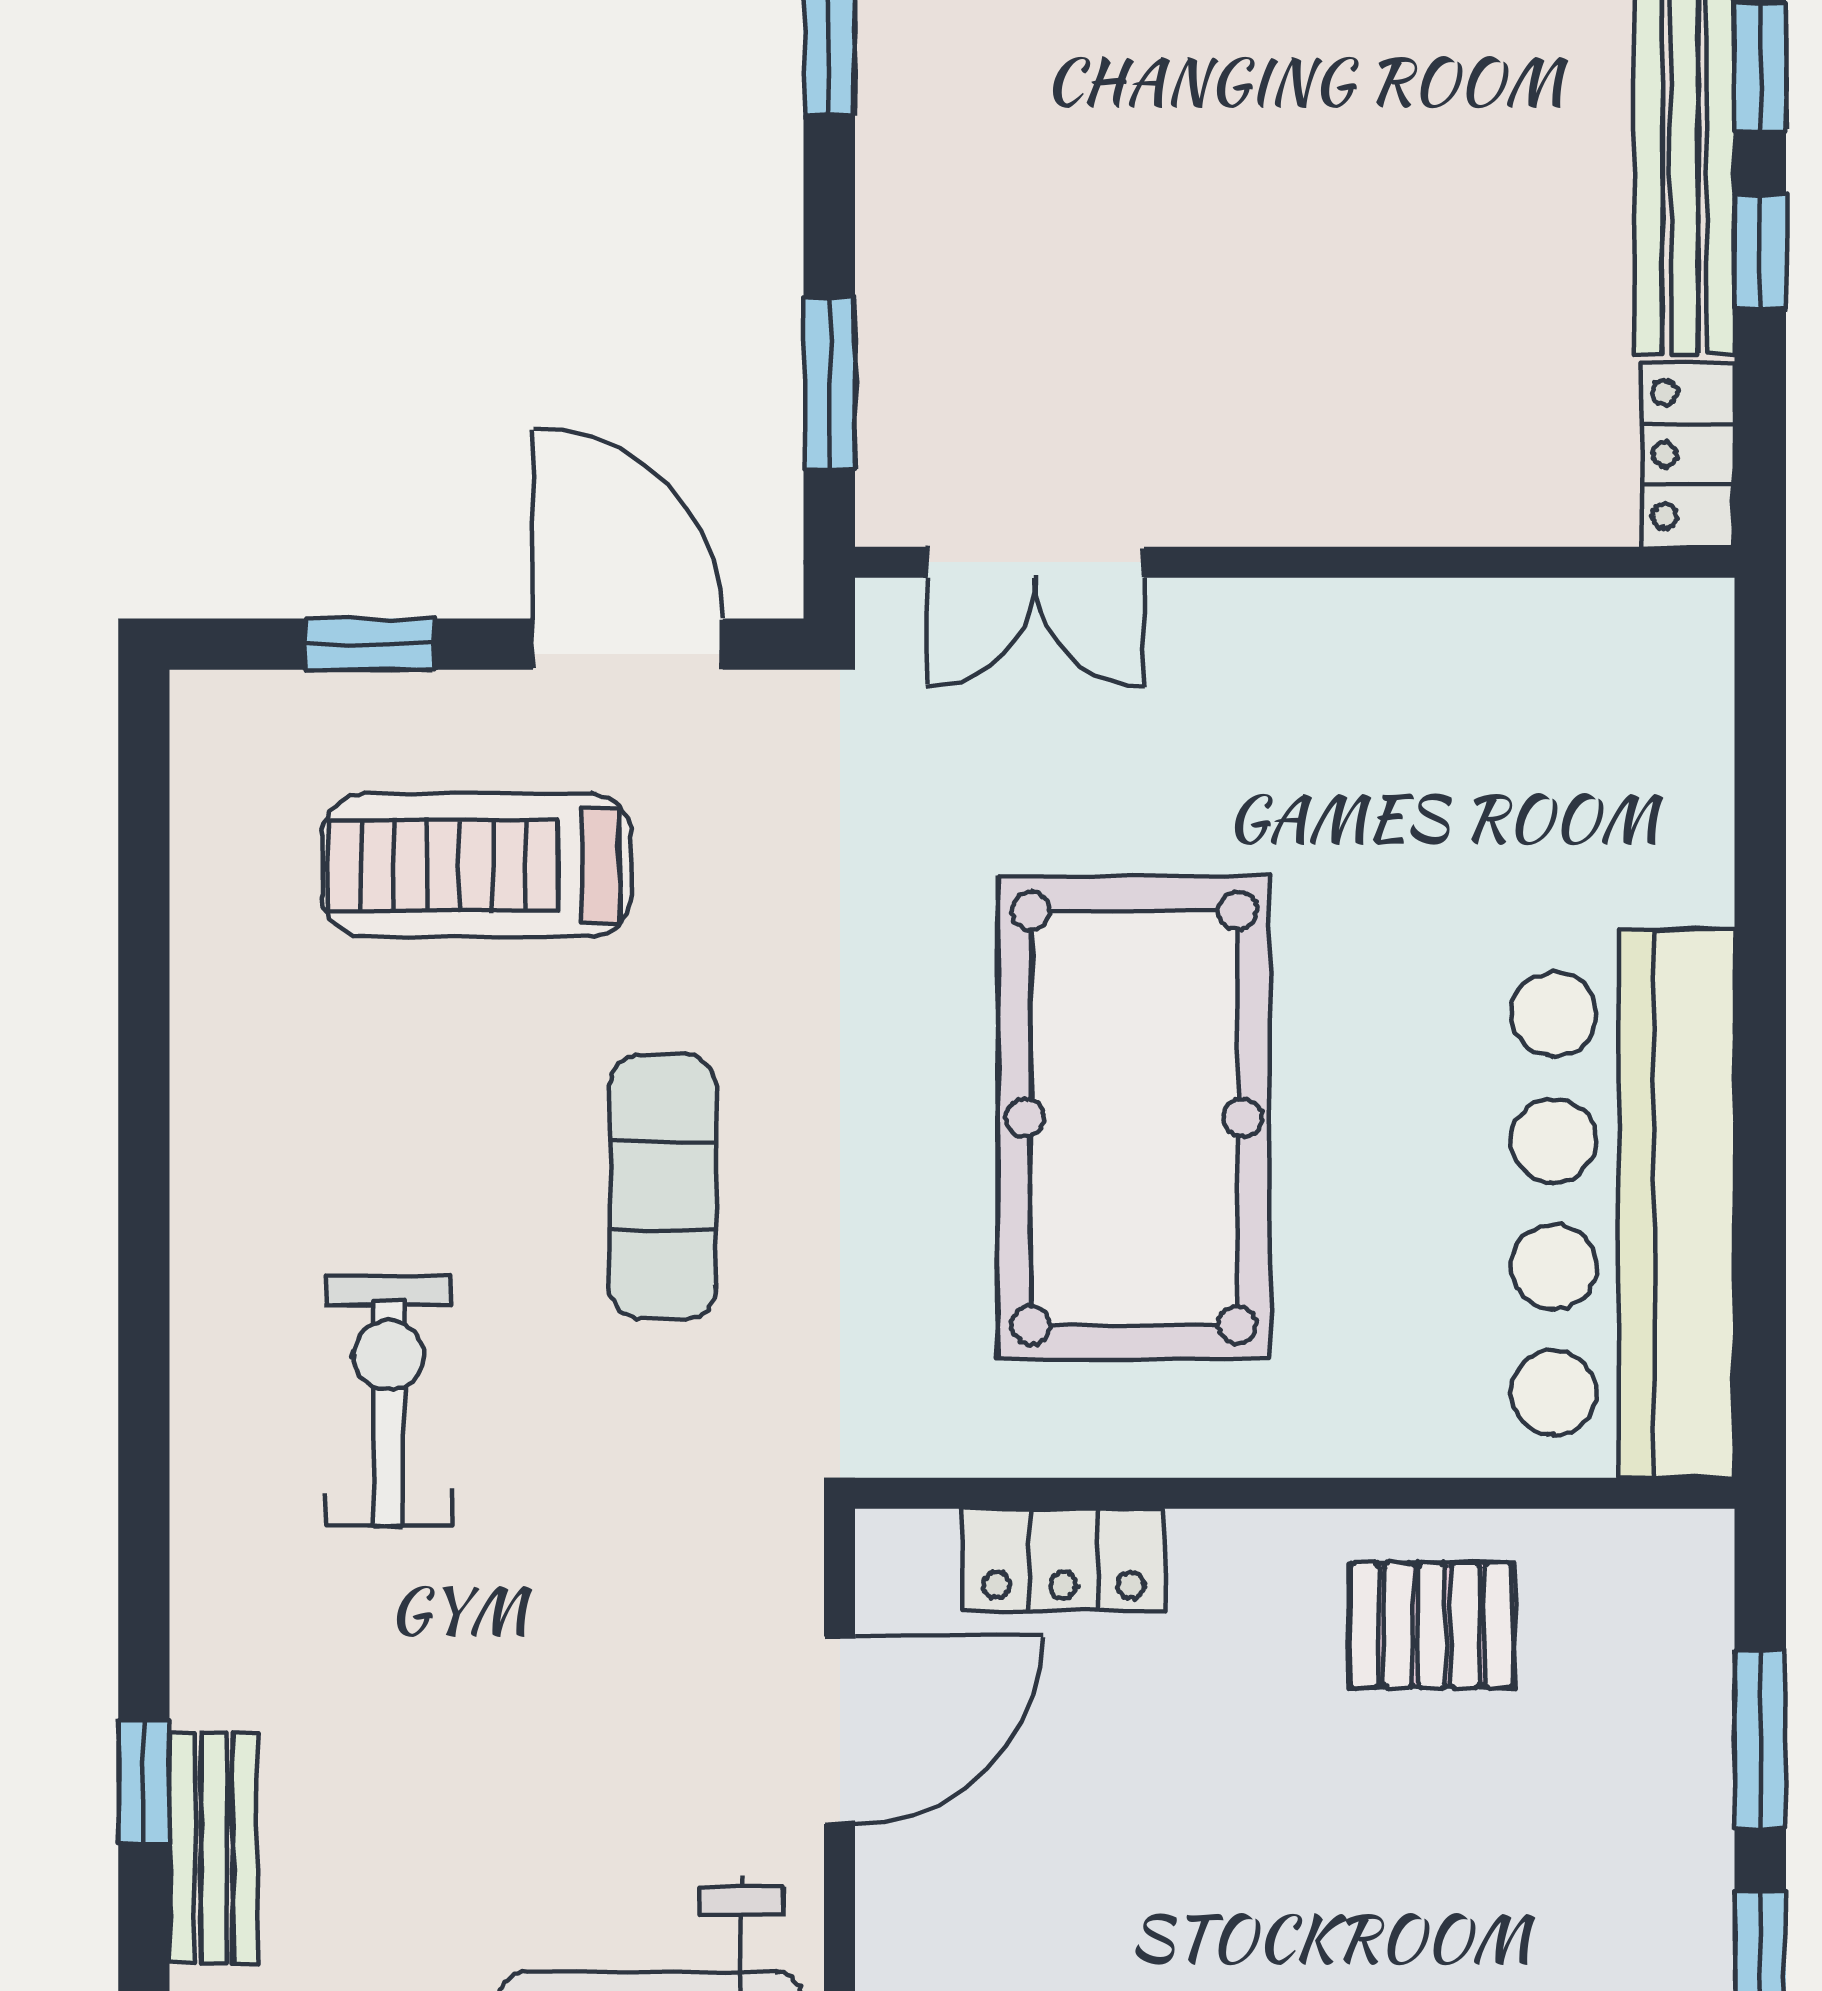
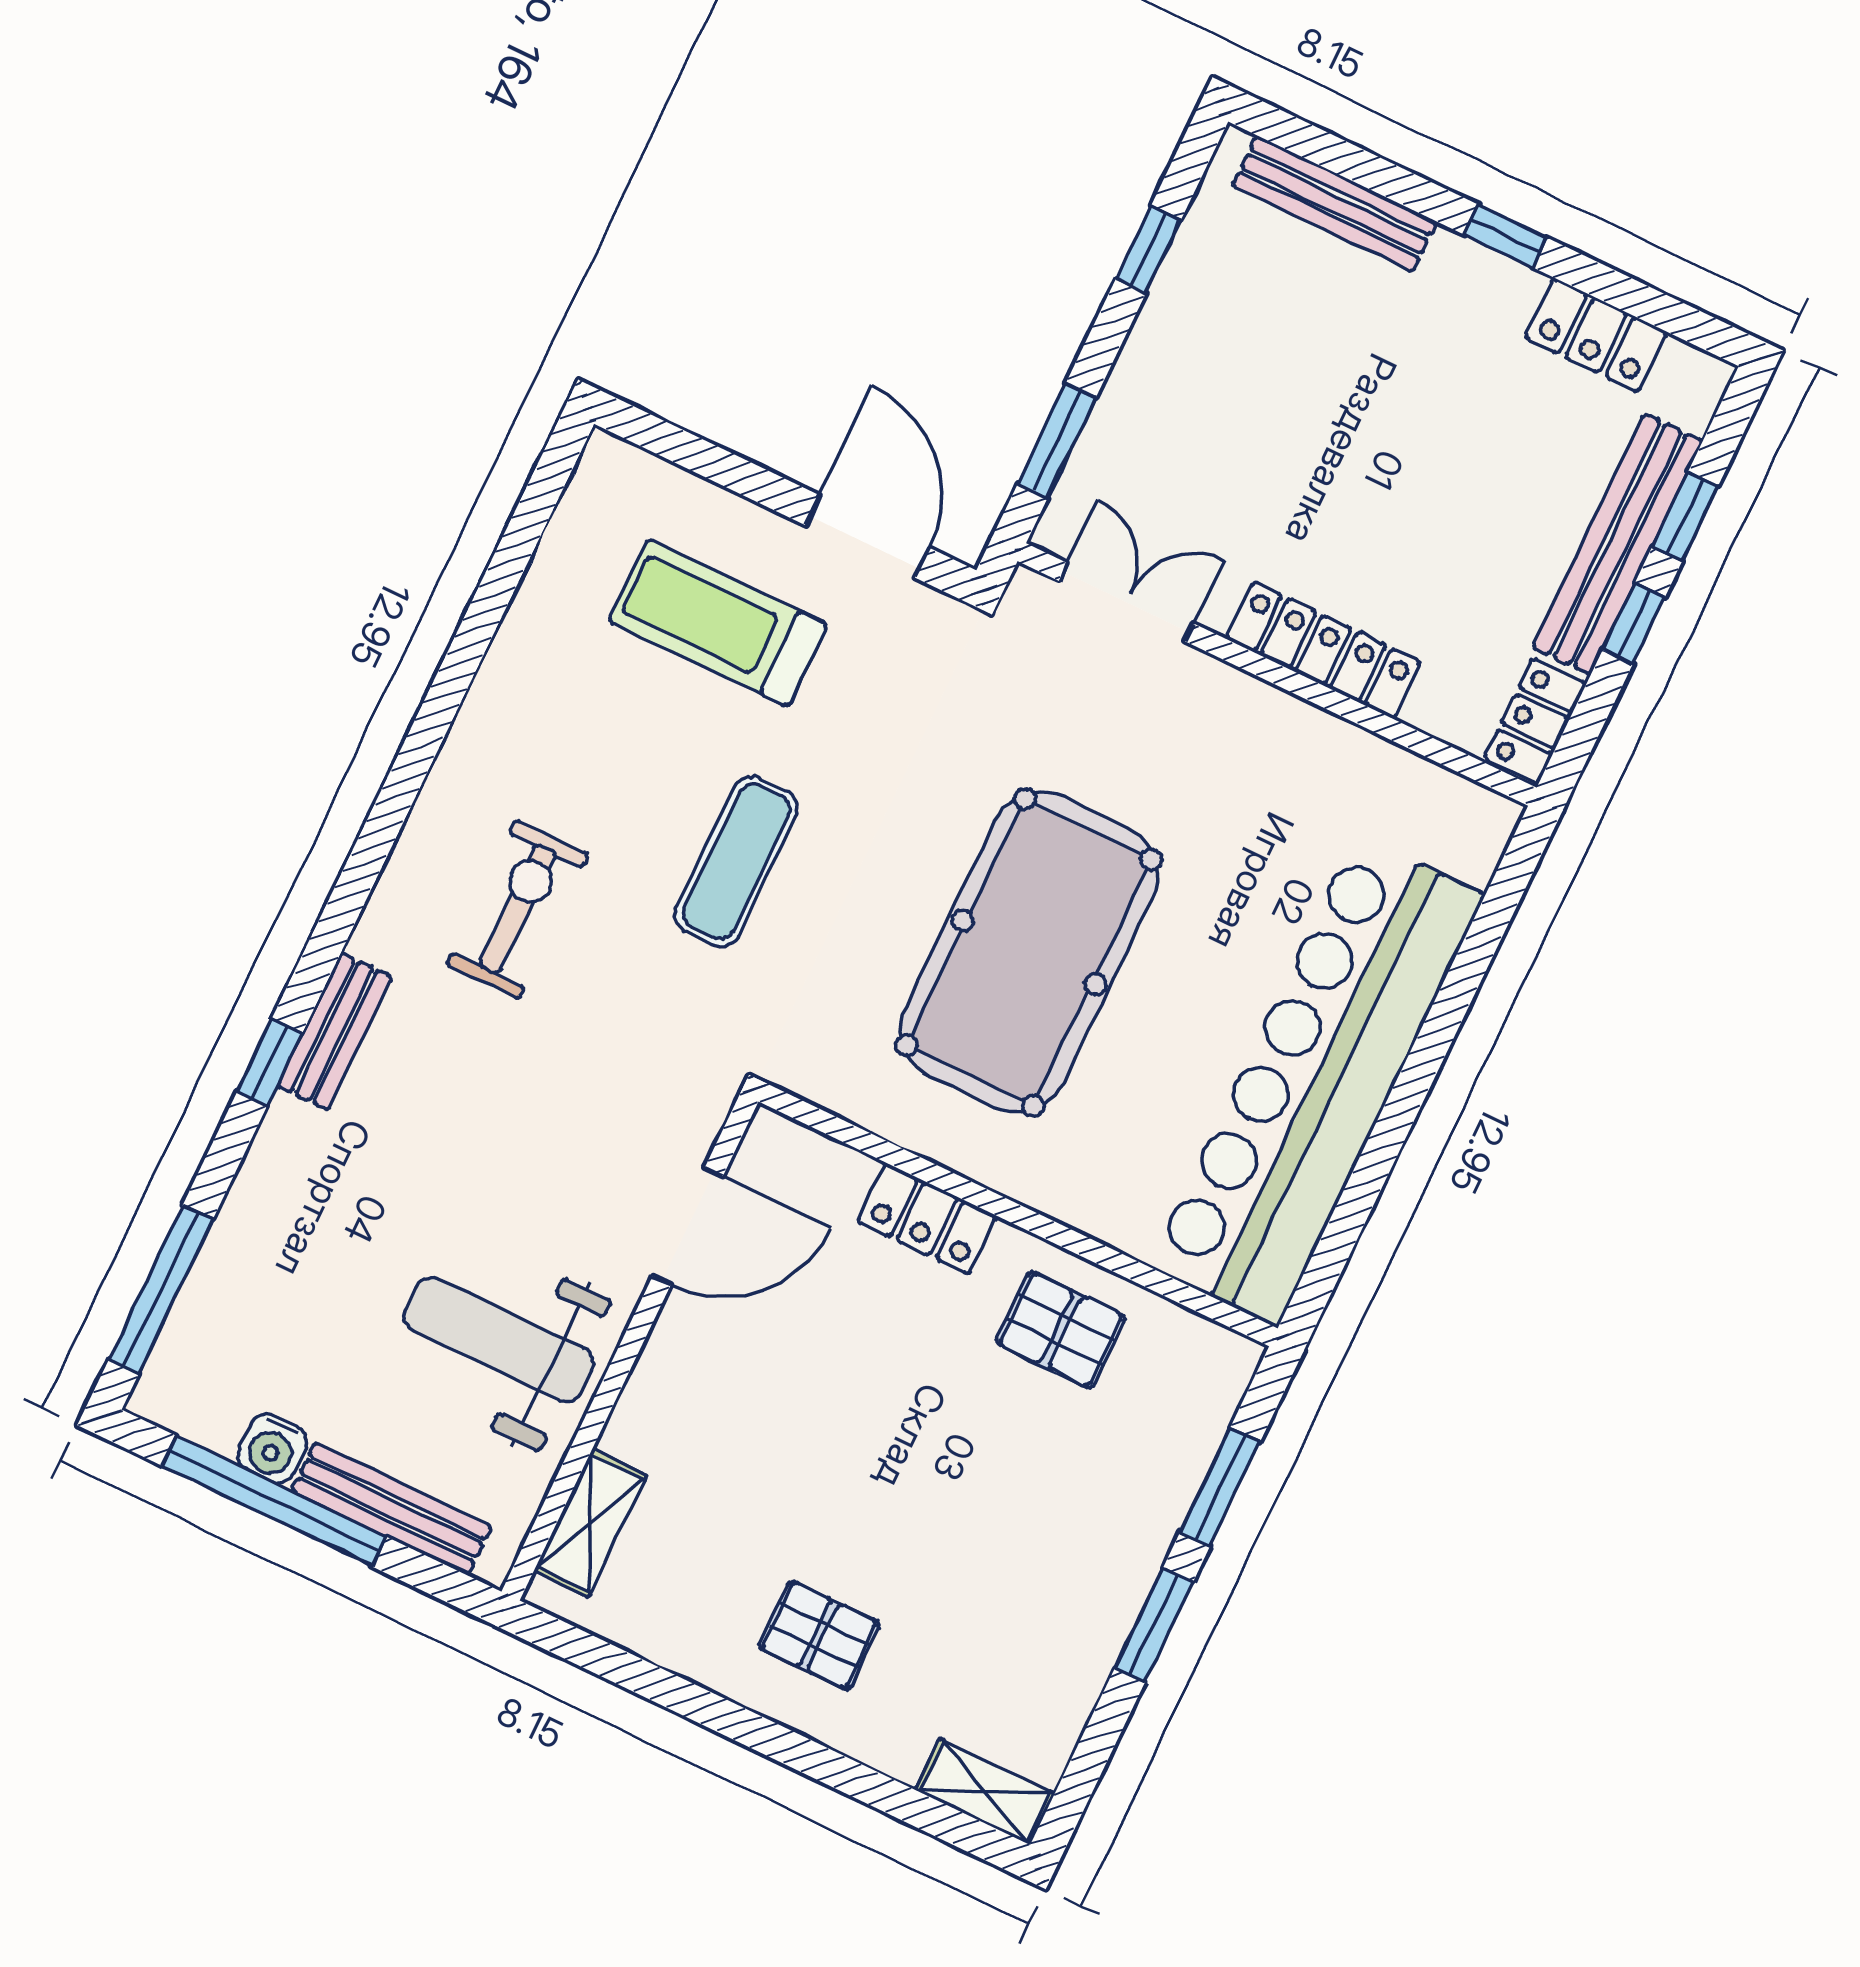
locker: (1343, 497) -> (1323, 650), added
double door: (1035, 562) -> (1126, 602), swing flipped
window: (370, 644) -> (717, 465), removed
bar counter: (1623, 1204) -> (1317, 1080), width x1.36
locker: (1063, 1560) -> (927, 1219), moved
bench: (214, 1848) -> (334, 1031), moved

